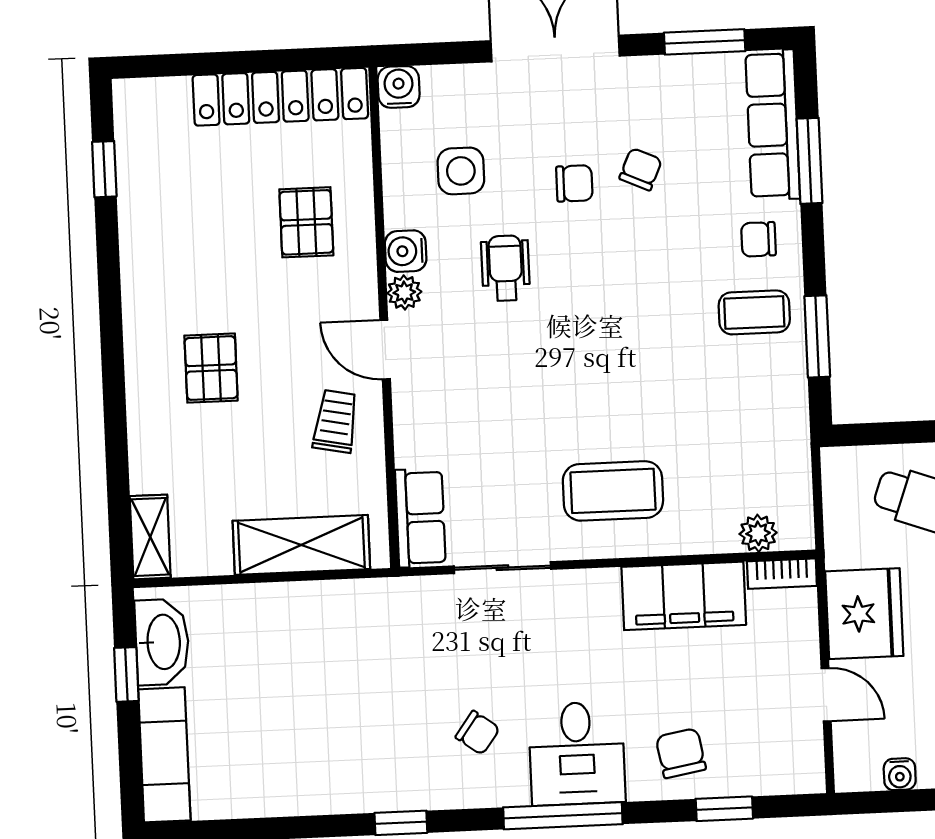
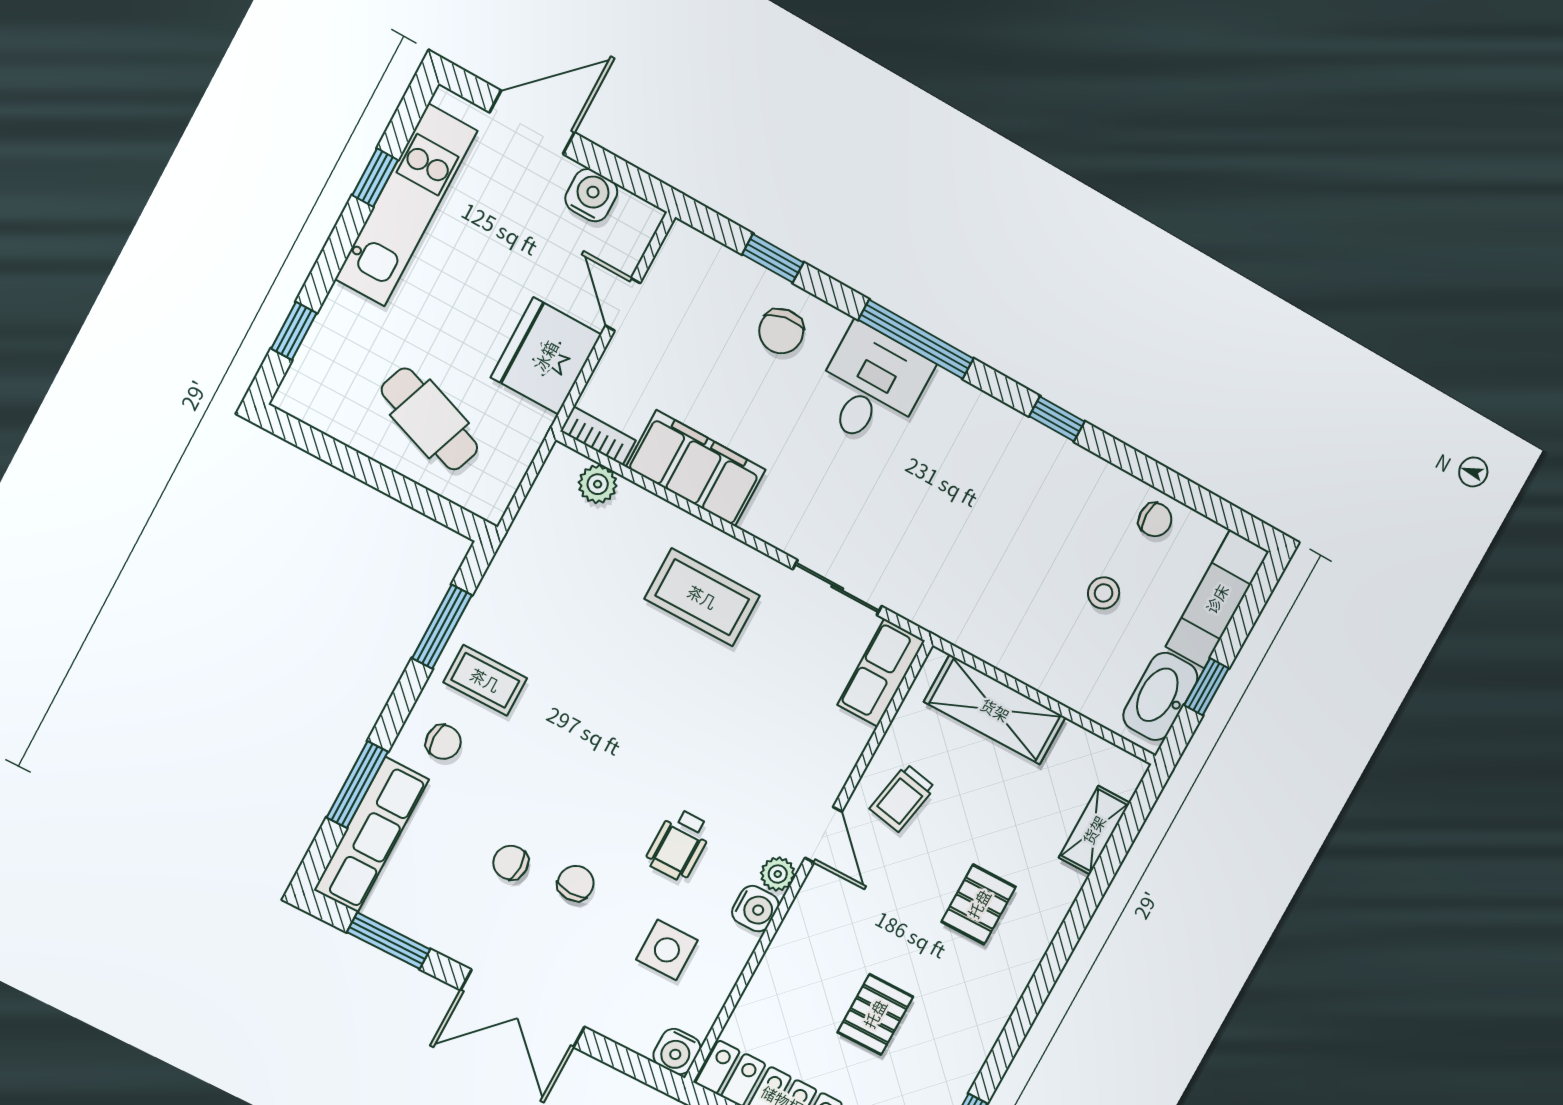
chair: (641, 169) -> (511, 863), turned 66
chair: (574, 183) -> (576, 883), turned 92
pallet: (306, 222) -> (875, 1014), moved
shelving: (150, 537) -> (1094, 830), moved
stool: (268, 701) -> (1104, 593), added
chair: (478, 733) -> (1155, 520), moved, turned 144
water cooler: (900, 774) -> (591, 195), width x1.38, depth x1.38

